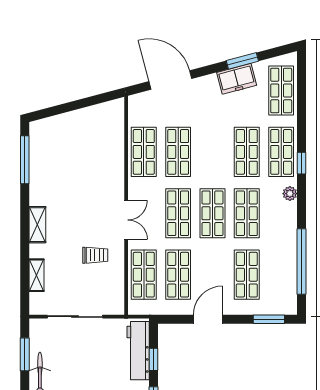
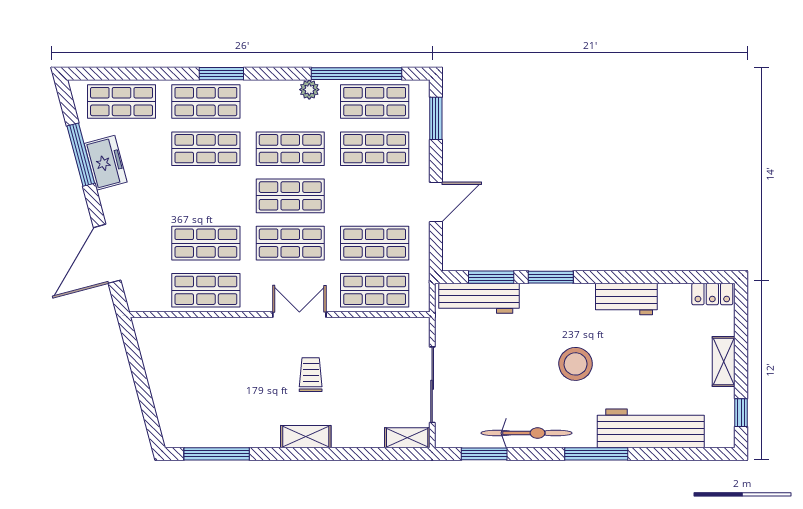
window: (242, 61) -> (81, 155), width x1.44
window: (301, 163) -> (221, 74), width x1.50
plant: (290, 194) -> (309, 90), moved
trolley: (95, 255) -> (311, 375), moved
shelving: (37, 275) -> (407, 438), moved
shop shelf: (281, 275) -> (375, 102), added
door: (208, 319) -> (436, 202), swing flipped
window: (153, 359) -> (491, 277), width x1.50

